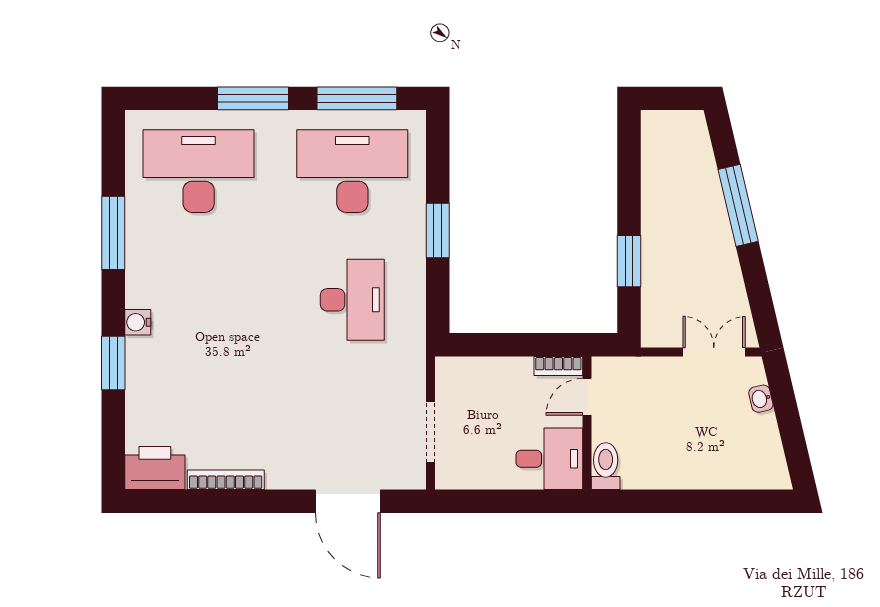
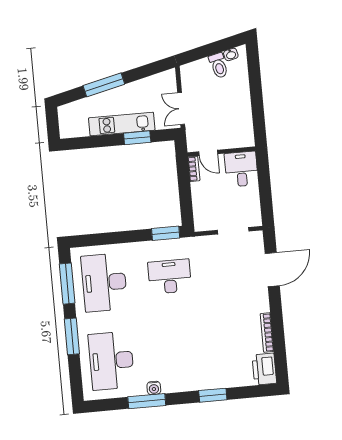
window: (438, 230) -> (166, 233), moved
kitchen unit: (659, 233) -> (122, 124), added
water cooler: (138, 322) -> (154, 388), moved
double door: (714, 352) -> (181, 109), moved
washbasin: (761, 399) -> (231, 54), moved
toilet: (606, 466) -> (219, 66), moved, turned -103

